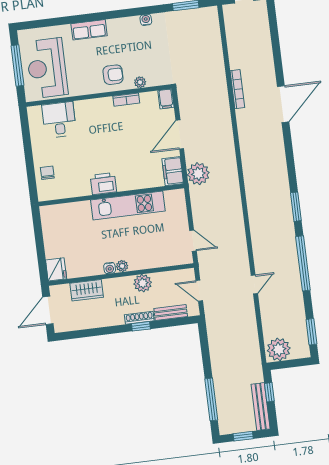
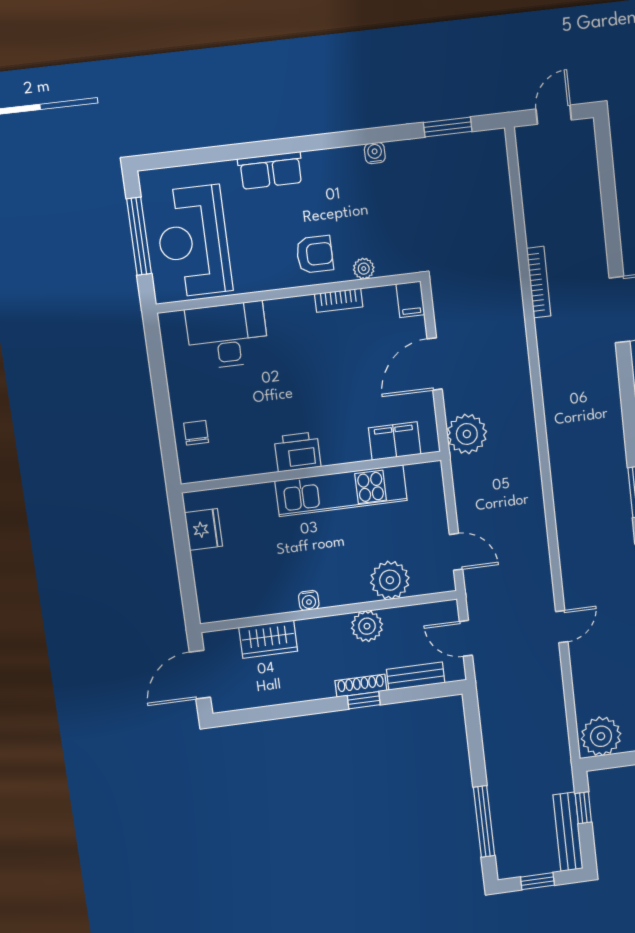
desk: (59, 120) -> (227, 335), width x1.37
filing cabinet: (173, 171) -> (395, 441), moved, turned 90
plant: (122, 266) -> (390, 580), moved, width x1.88, depth x1.88
fridge: (56, 269) -> (204, 529), moved

